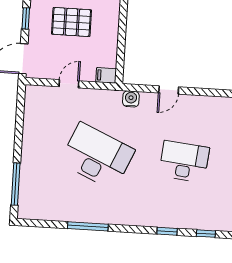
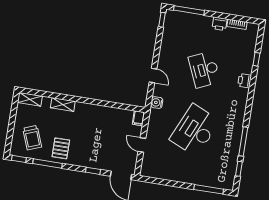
pallet: (72, 22) -> (99, 139), removed
desk: (184, 162) -> (204, 70), turned -30
printer: (174, 220) -> (245, 81), added
window: (167, 231) -> (239, 169), moved

